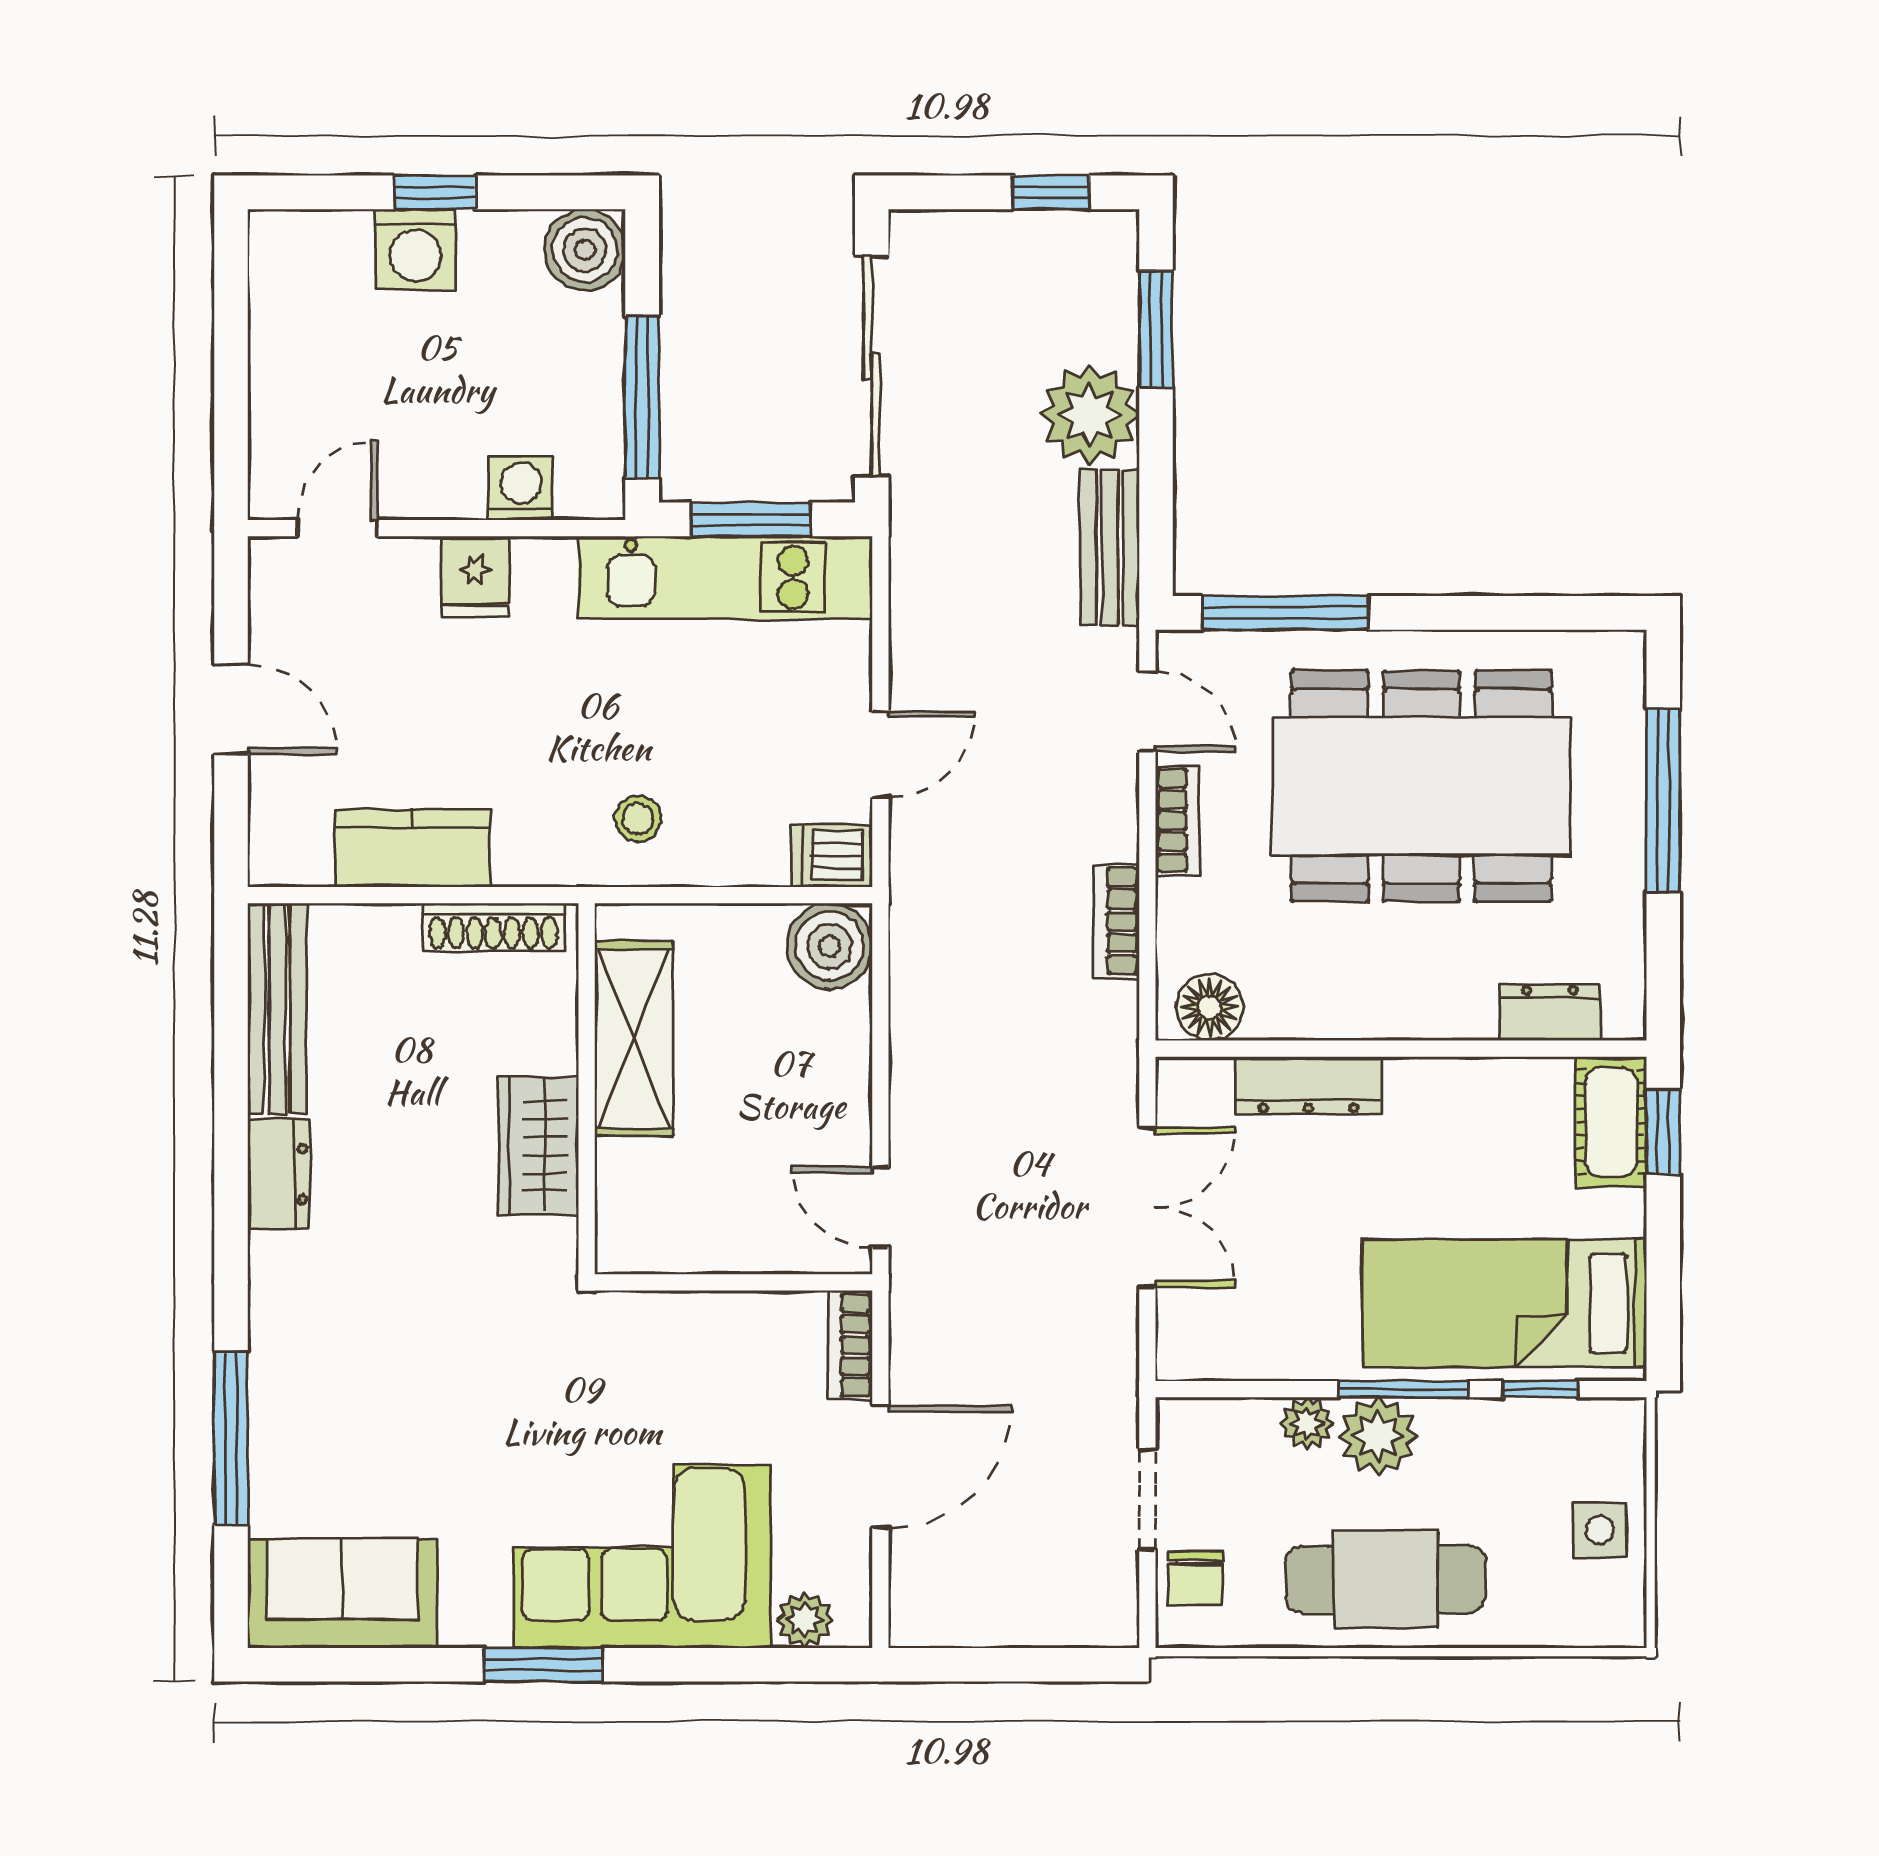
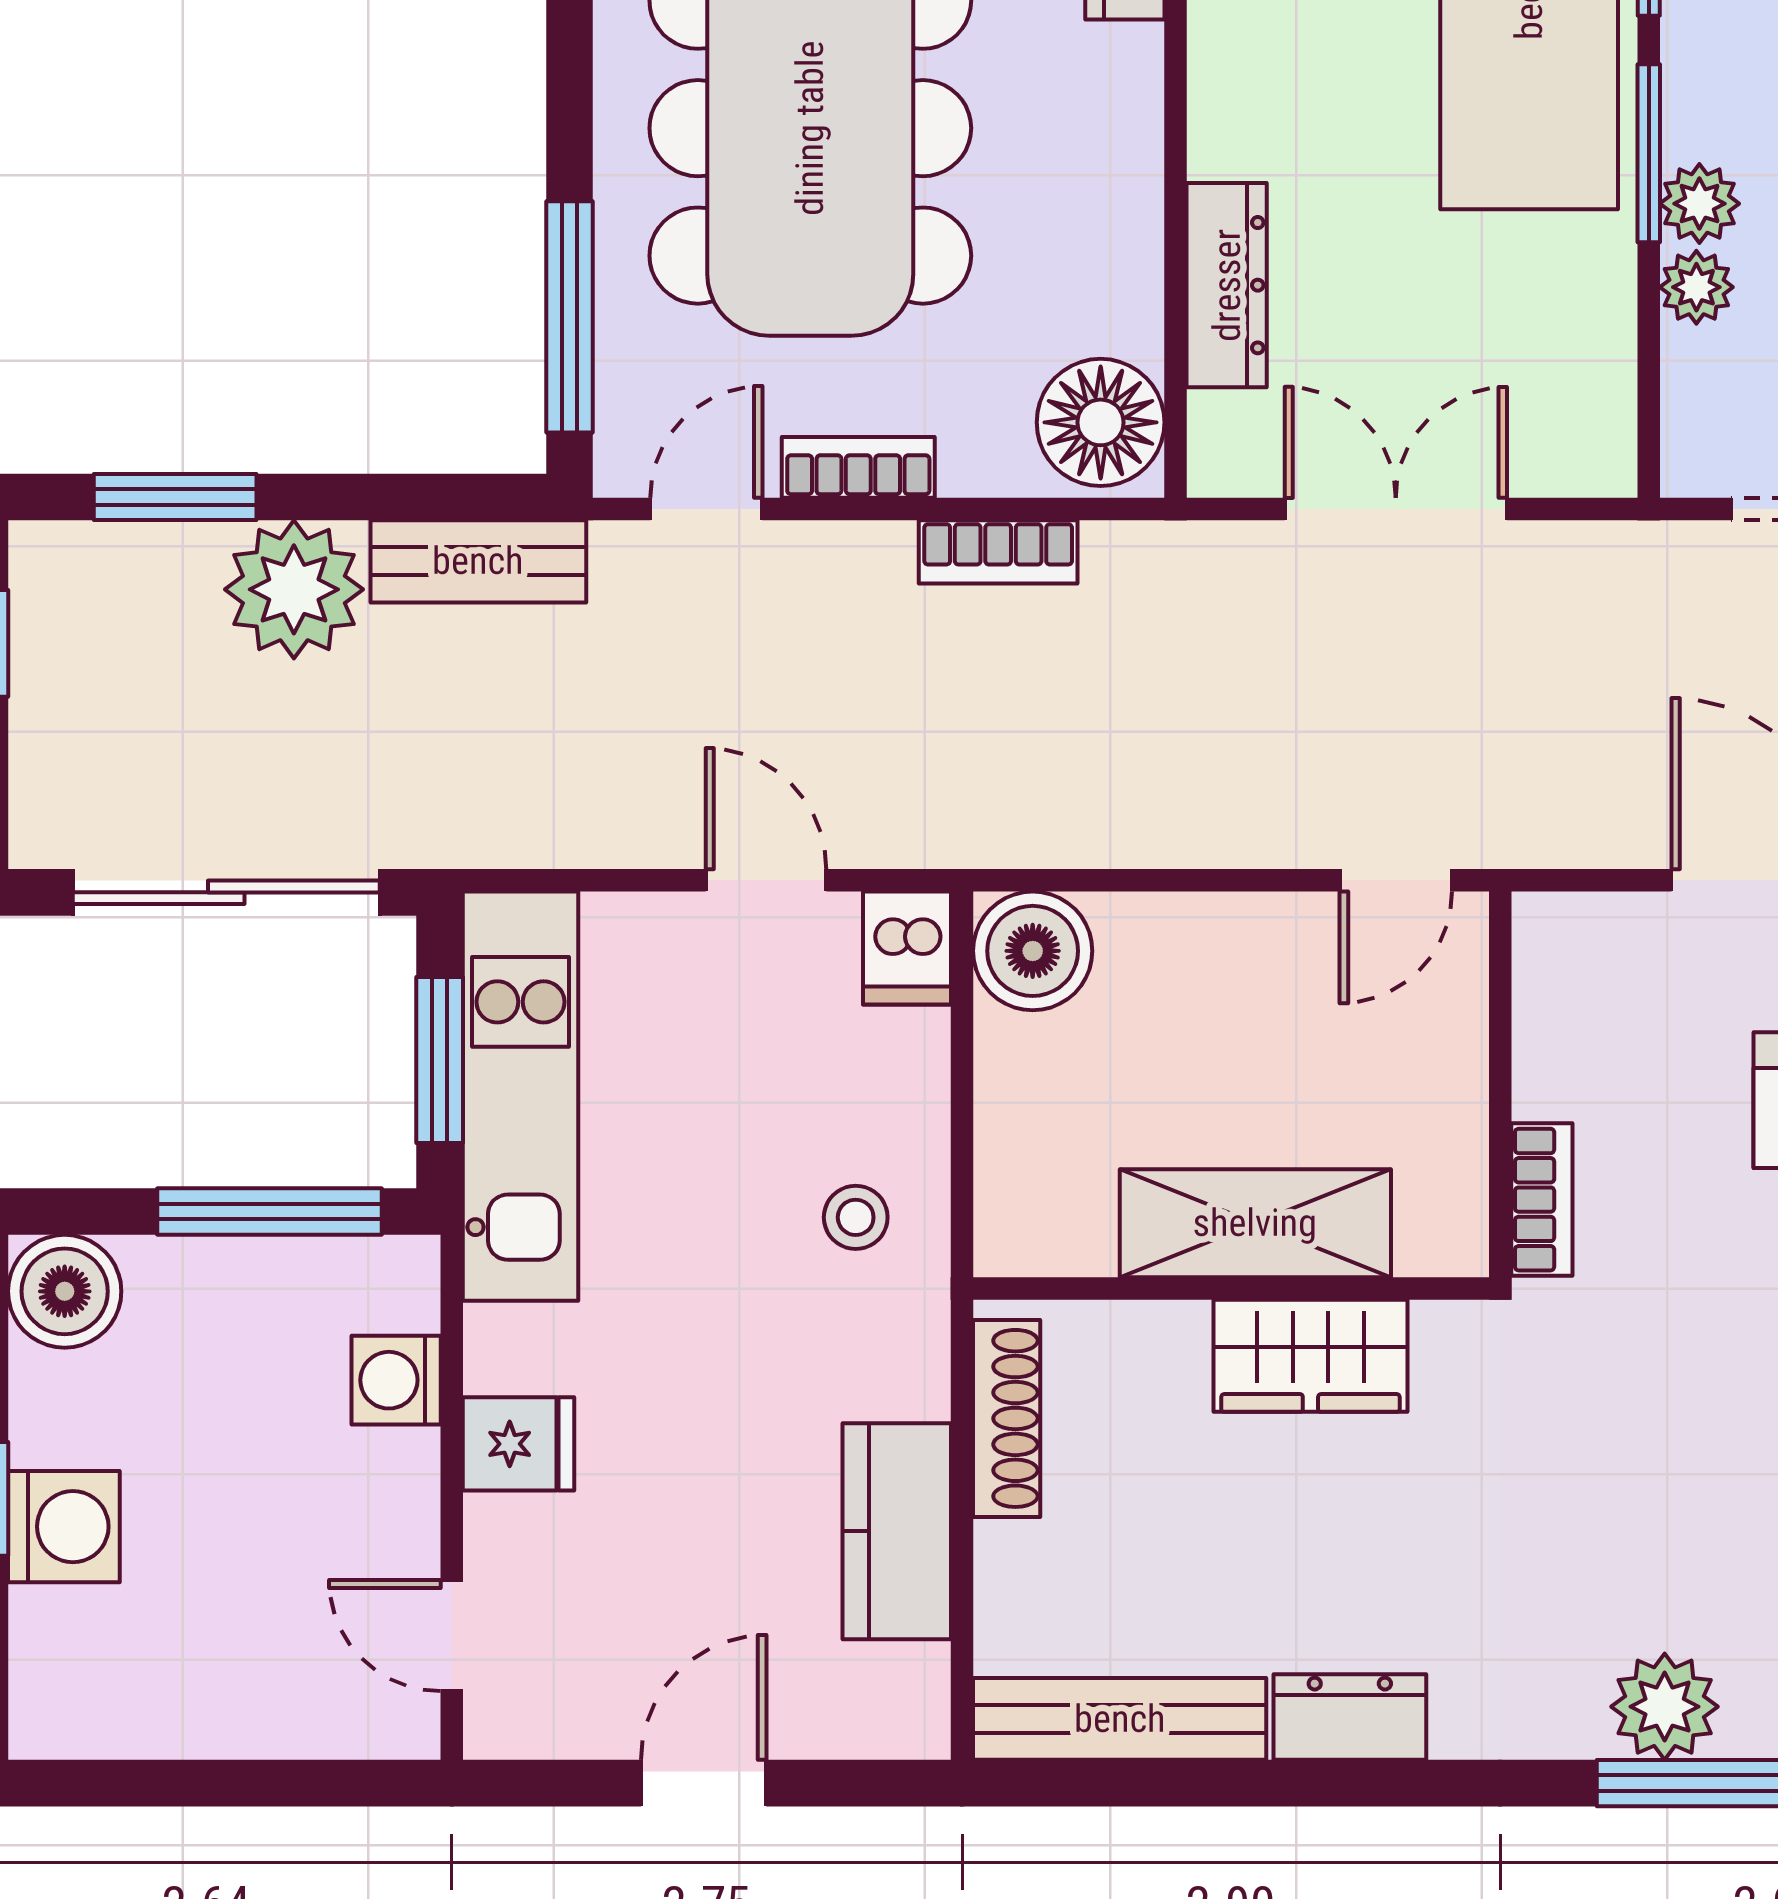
floor lamp: (1210, 1007) -> (1101, 422), width x1.38, depth x1.38
shelving: (634, 1038) -> (1255, 1223), moved
bookcase: (850, 1345) -> (1542, 1200), moved, turned -90
plant: (286, 1401) -> (1665, 1707), added
plant: (1378, 1436) -> (1699, 204), width x0.73, depth x0.73

